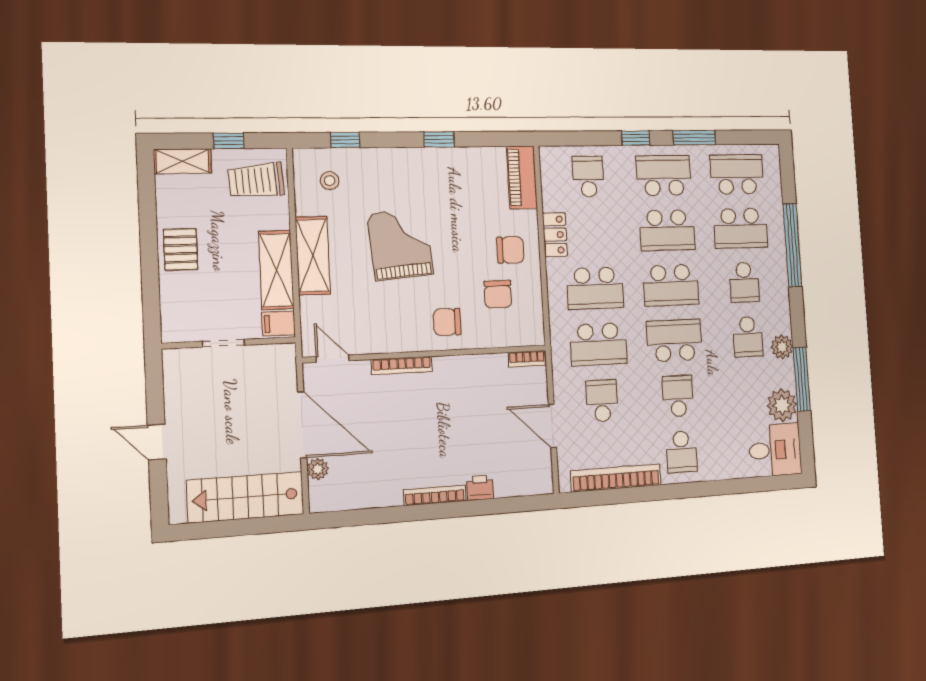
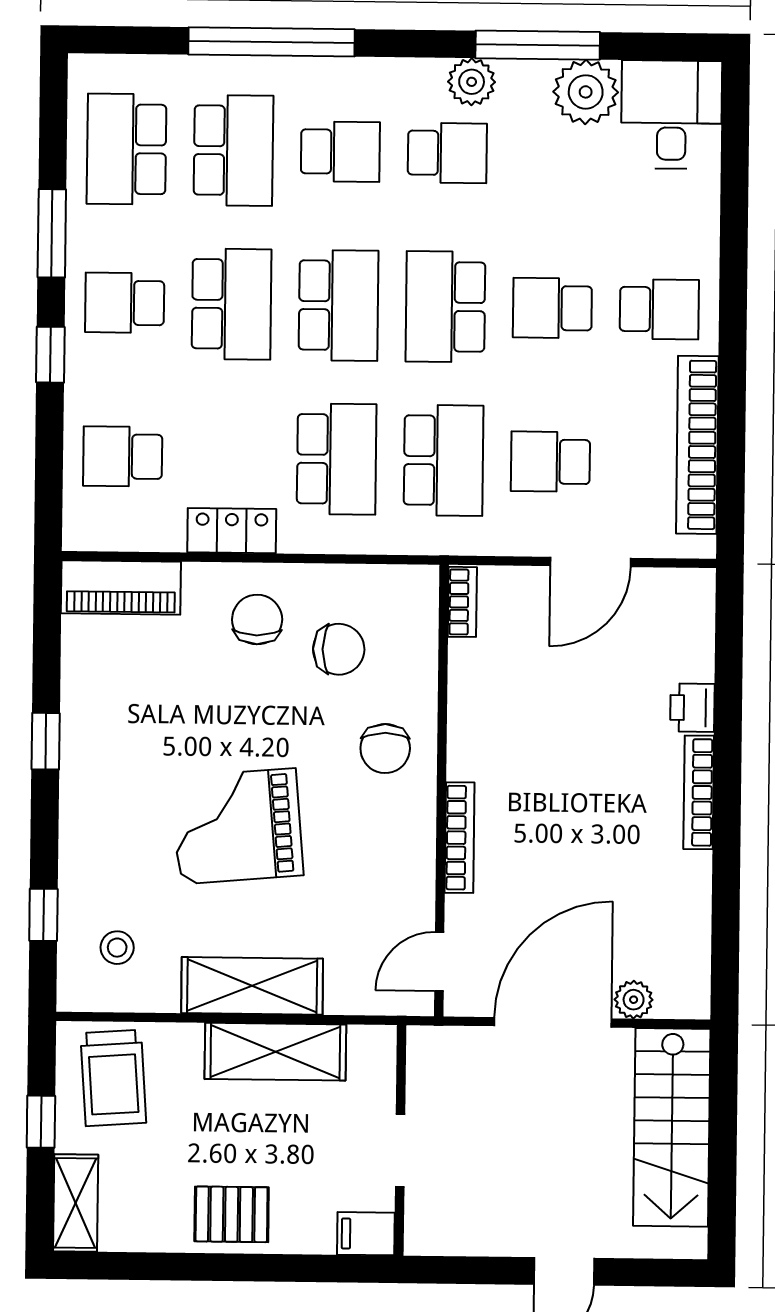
school desk: (664, 175) -> (125, 303), width x0.54
filing cabinet: (279, 323) -> (366, 1234), moved, turned 90

